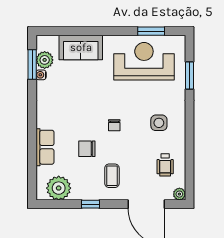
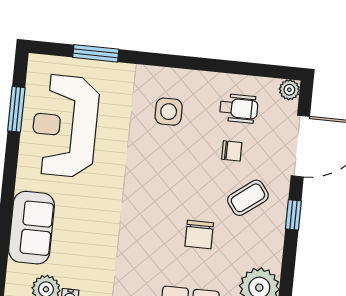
chair: (114, 125) -> (232, 151), moved
coffee table: (112, 176) -> (248, 198), turned -37
window: (91, 204) -> (293, 215), moved

